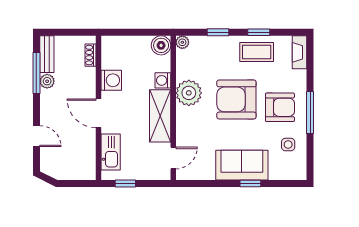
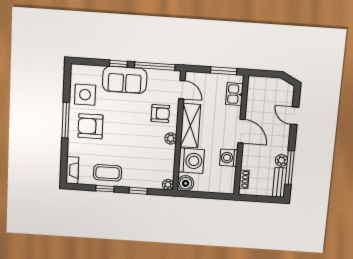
washing machine: (163, 80) -> (191, 161), width x1.89, depth x1.89
plant: (189, 93) -> (171, 138), width x0.53, depth x0.53
armchair: (236, 99) -> (160, 113), moved, width x0.53, depth x0.53
side table: (288, 145) -> (85, 95), width x1.87, depth x1.87
kitchen sink: (111, 152) -> (234, 94), width x0.73
door: (173, 158) -> (182, 90), swing flipped
window: (125, 184) -> (224, 71), width x1.50
window: (207, 184) -> (155, 66), added

